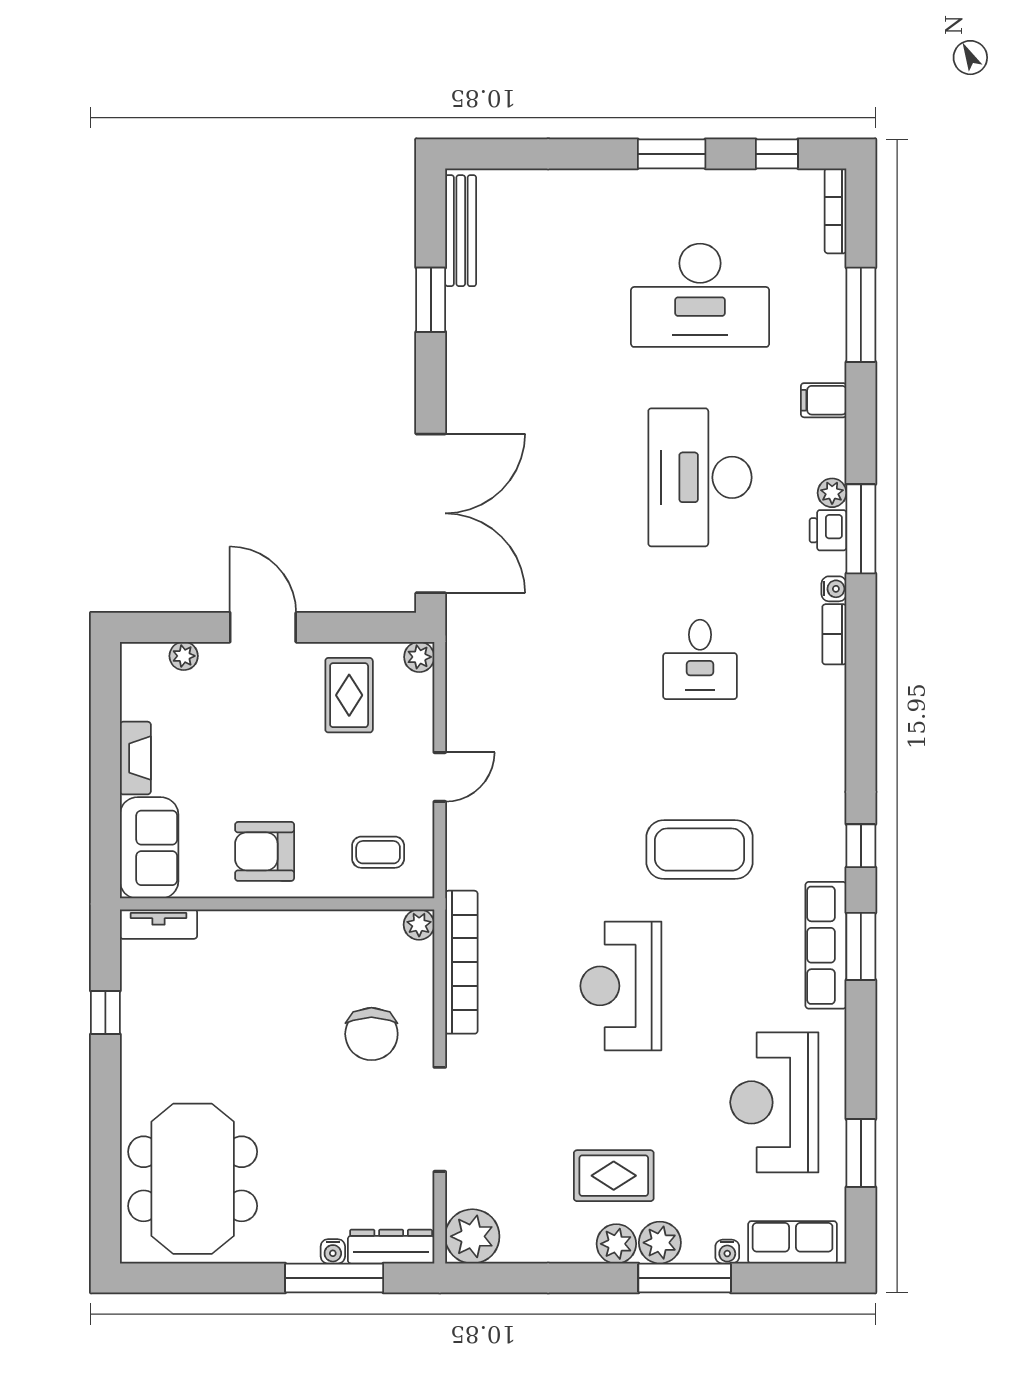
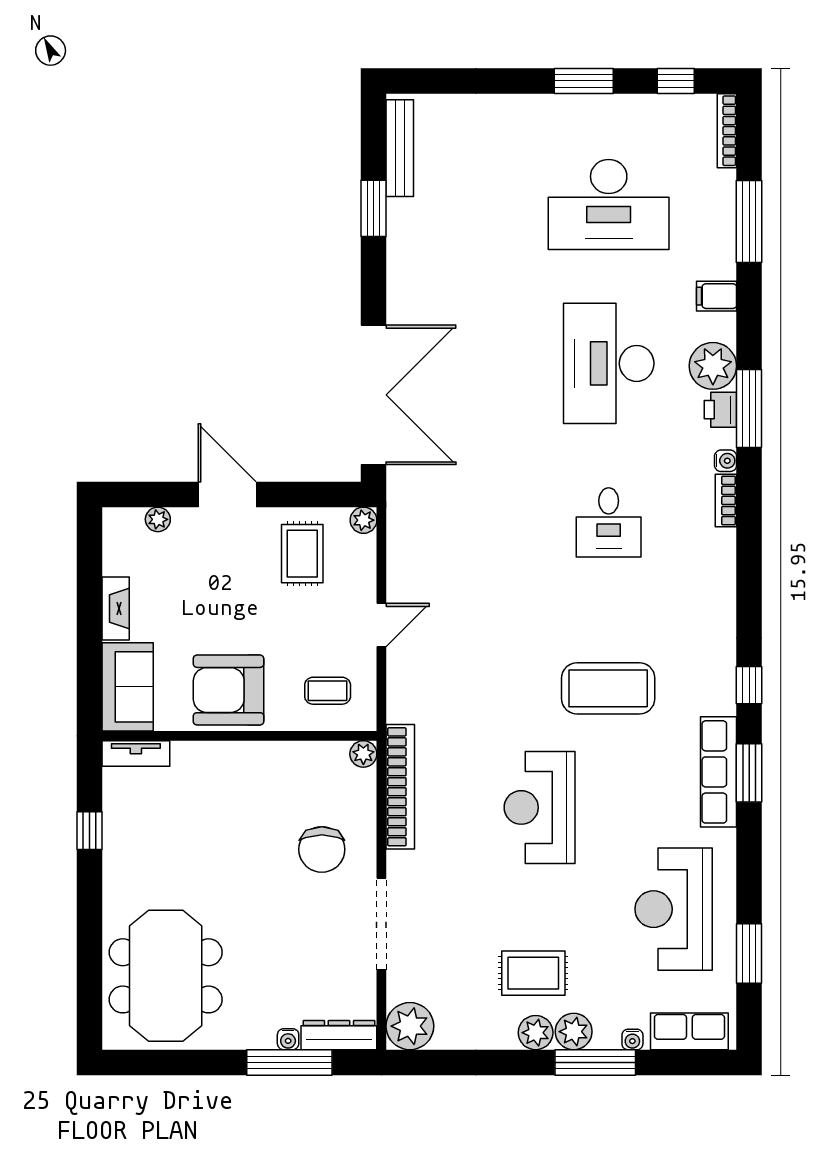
plant: (832, 493) -> (713, 366), width x1.88, depth x1.88
armchair: (265, 851) -> (229, 690), width x1.36, depth x1.36

